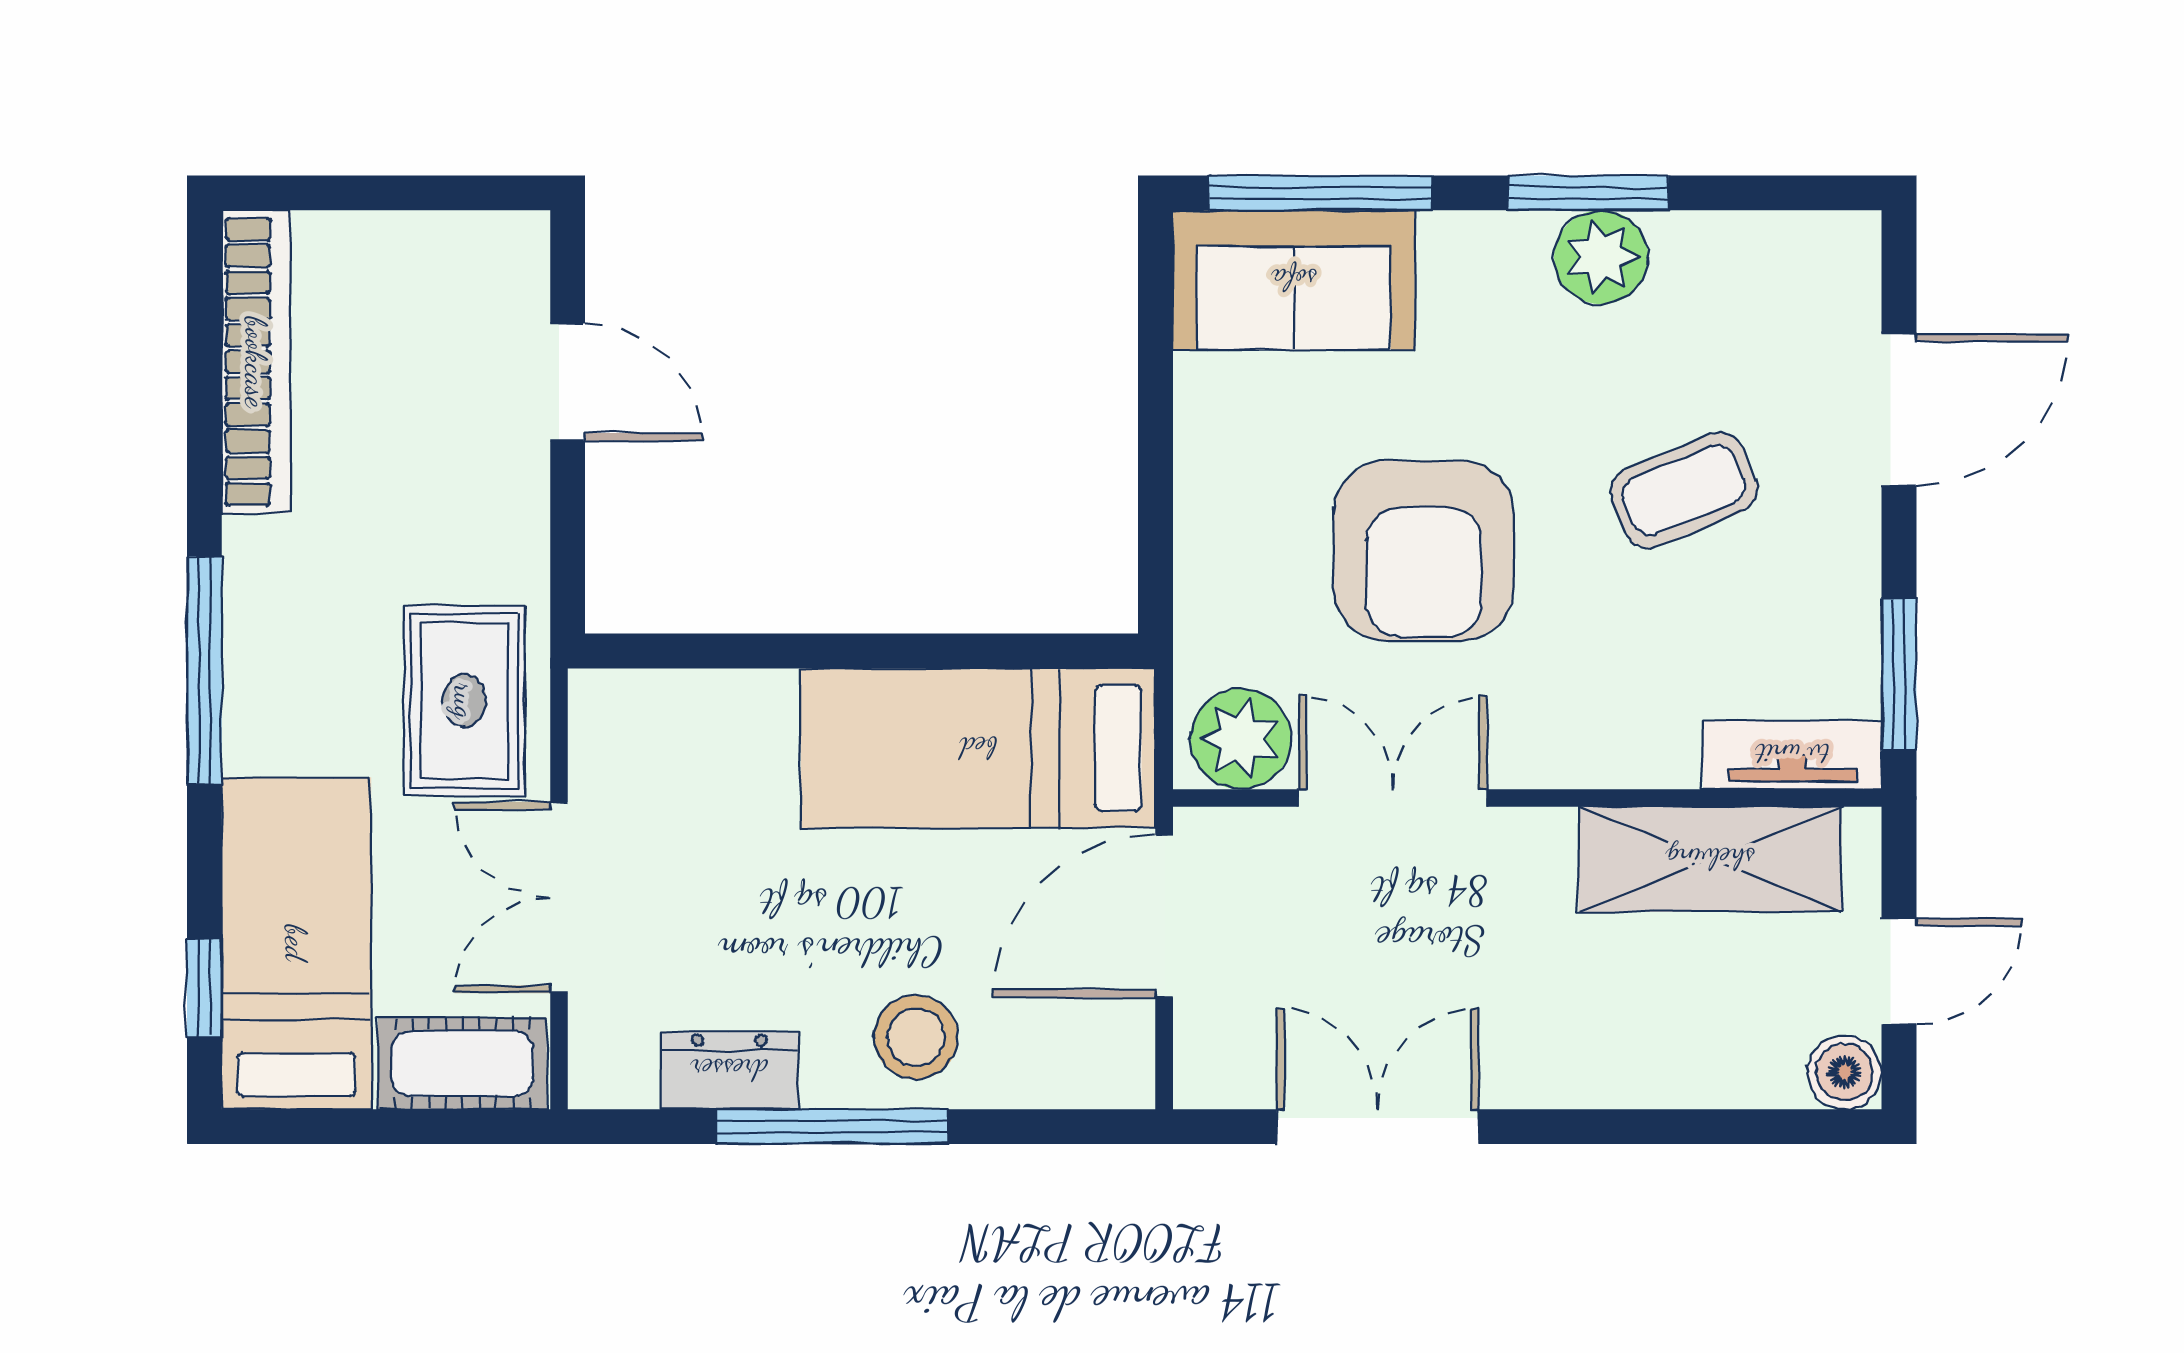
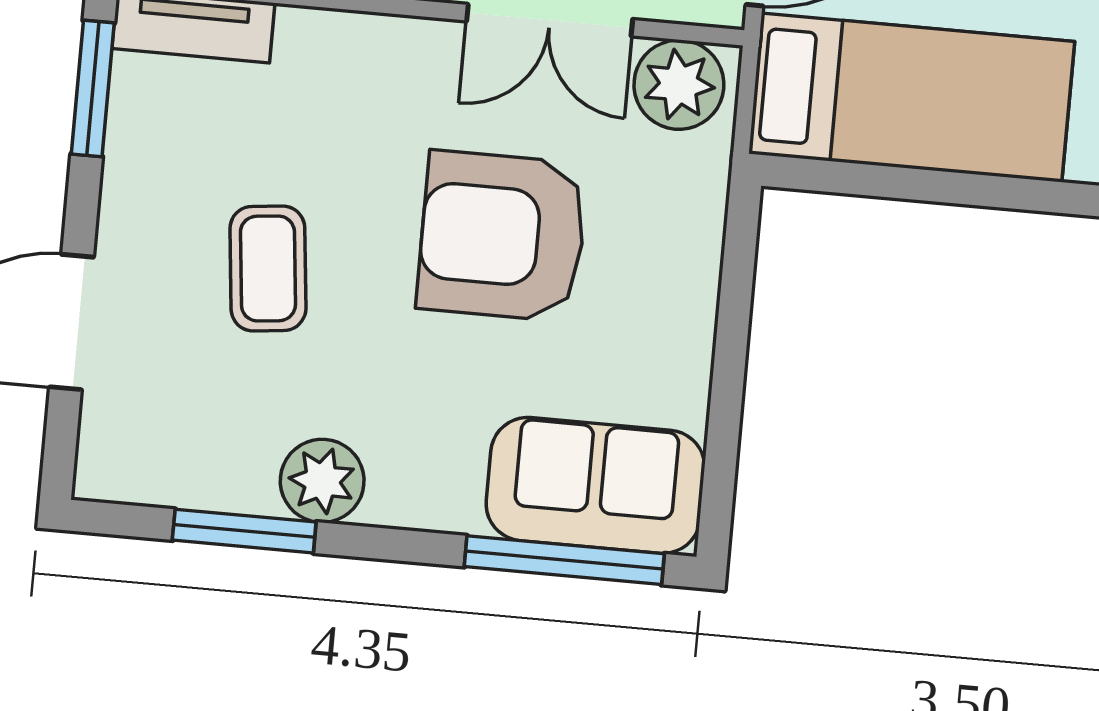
window: (1588, 193) -> (244, 531), moved
coffee table: (1684, 490) -> (268, 268), turned -74
armchair: (1424, 551) -> (502, 236), turned -90

